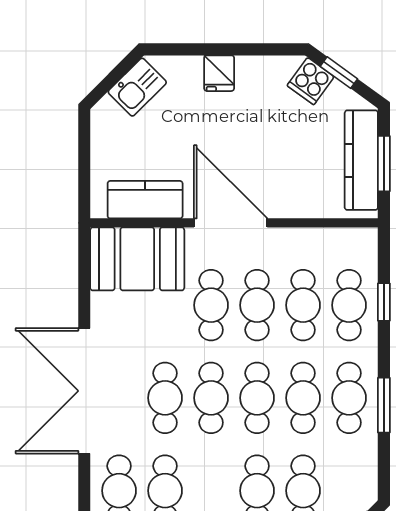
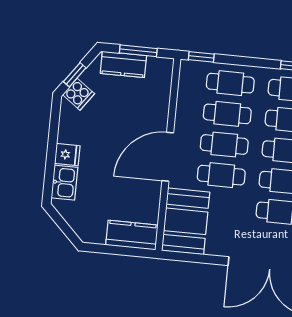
kitchen sink: (137, 87) -> (64, 183), moved, turned 45
kitchen counter: (361, 160) -> (123, 64), width x0.67
kitchen counter: (145, 200) -> (132, 235), moved, turned 90
window: (384, 302) -> (201, 57), moved

